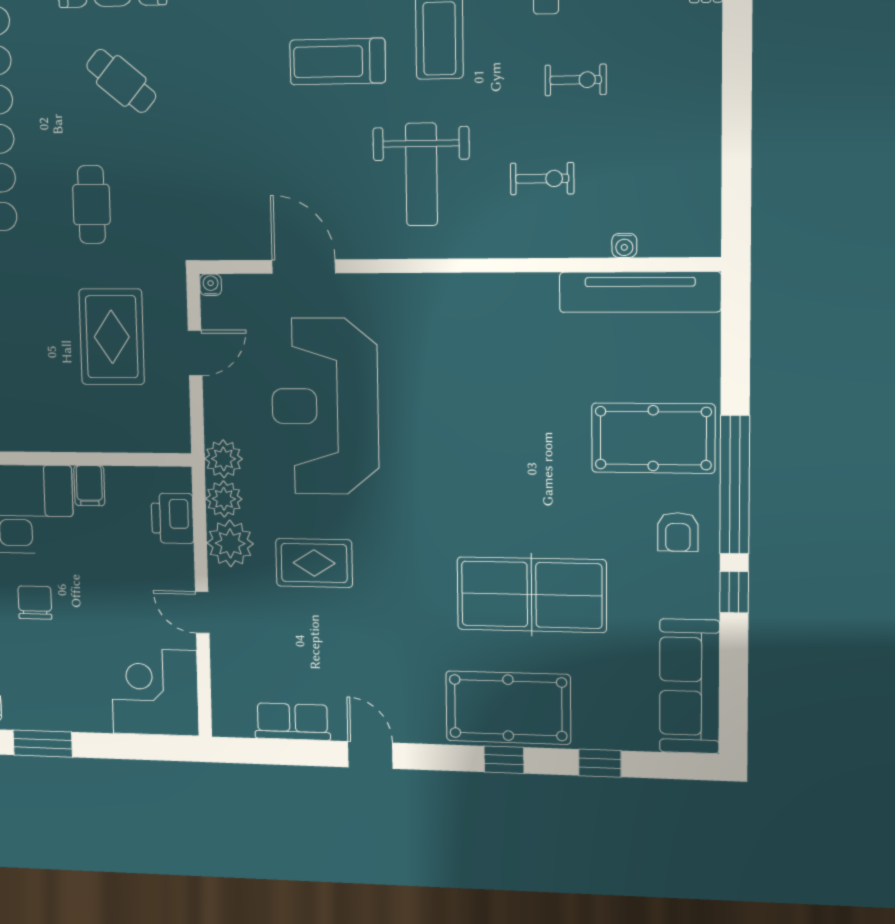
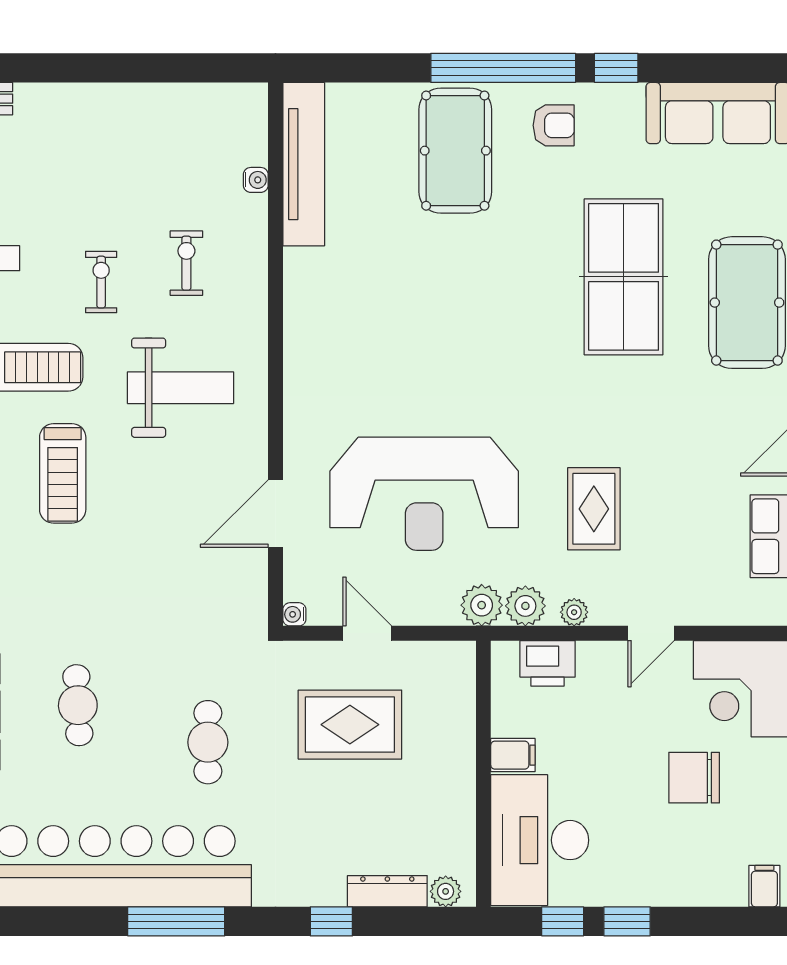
exercise bike: (576, 80) -> (101, 282), moved
cafe table: (121, 81) -> (78, 705), turned -43
cafe table: (91, 205) -> (208, 742), turned 90
plant: (230, 543) -> (574, 612), width x0.53, depth x0.53
chair: (35, 603) -> (694, 778), moved, width x1.37, depth x1.37

